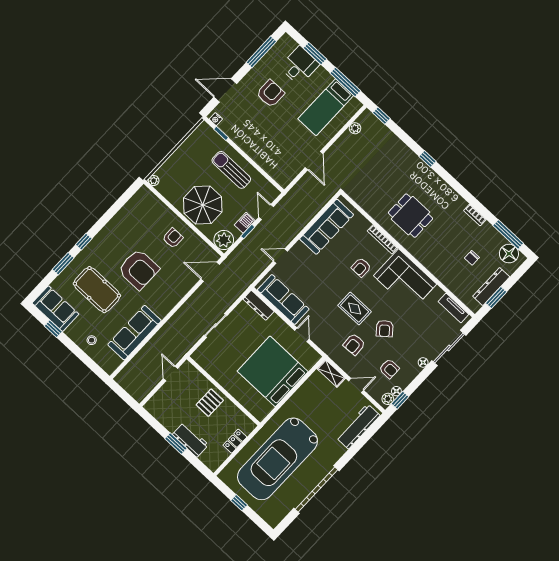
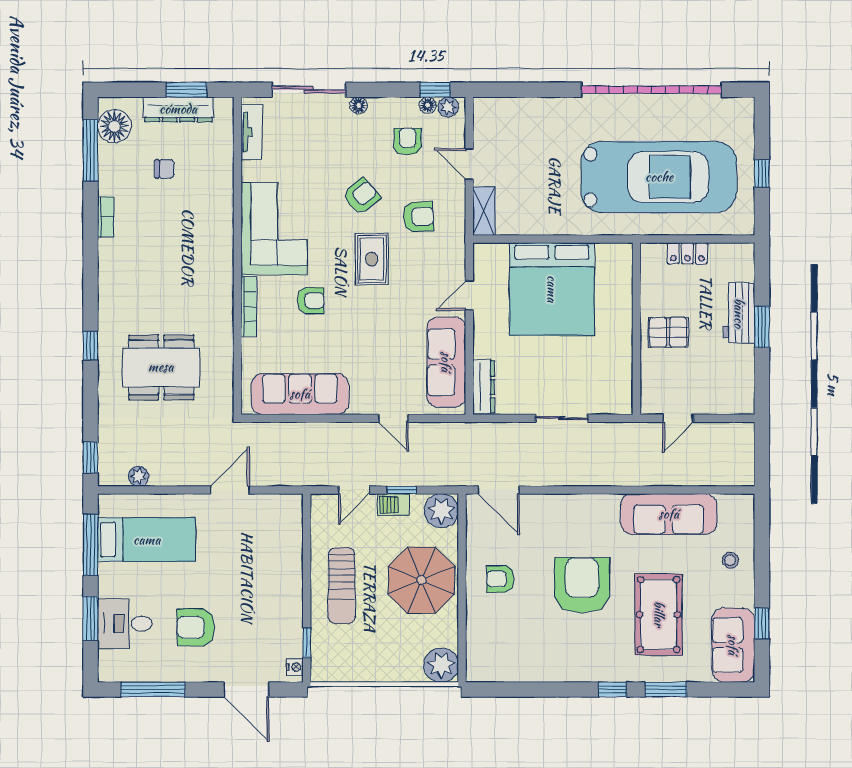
plant: (154, 181) -> (441, 665), width x1.88, depth x1.88
dining table: (411, 216) -> (161, 367), moved, width x1.38
workbench: (358, 426) -> (520, 112), removed
garage door: (316, 490) -> (651, 90), width x1.36

